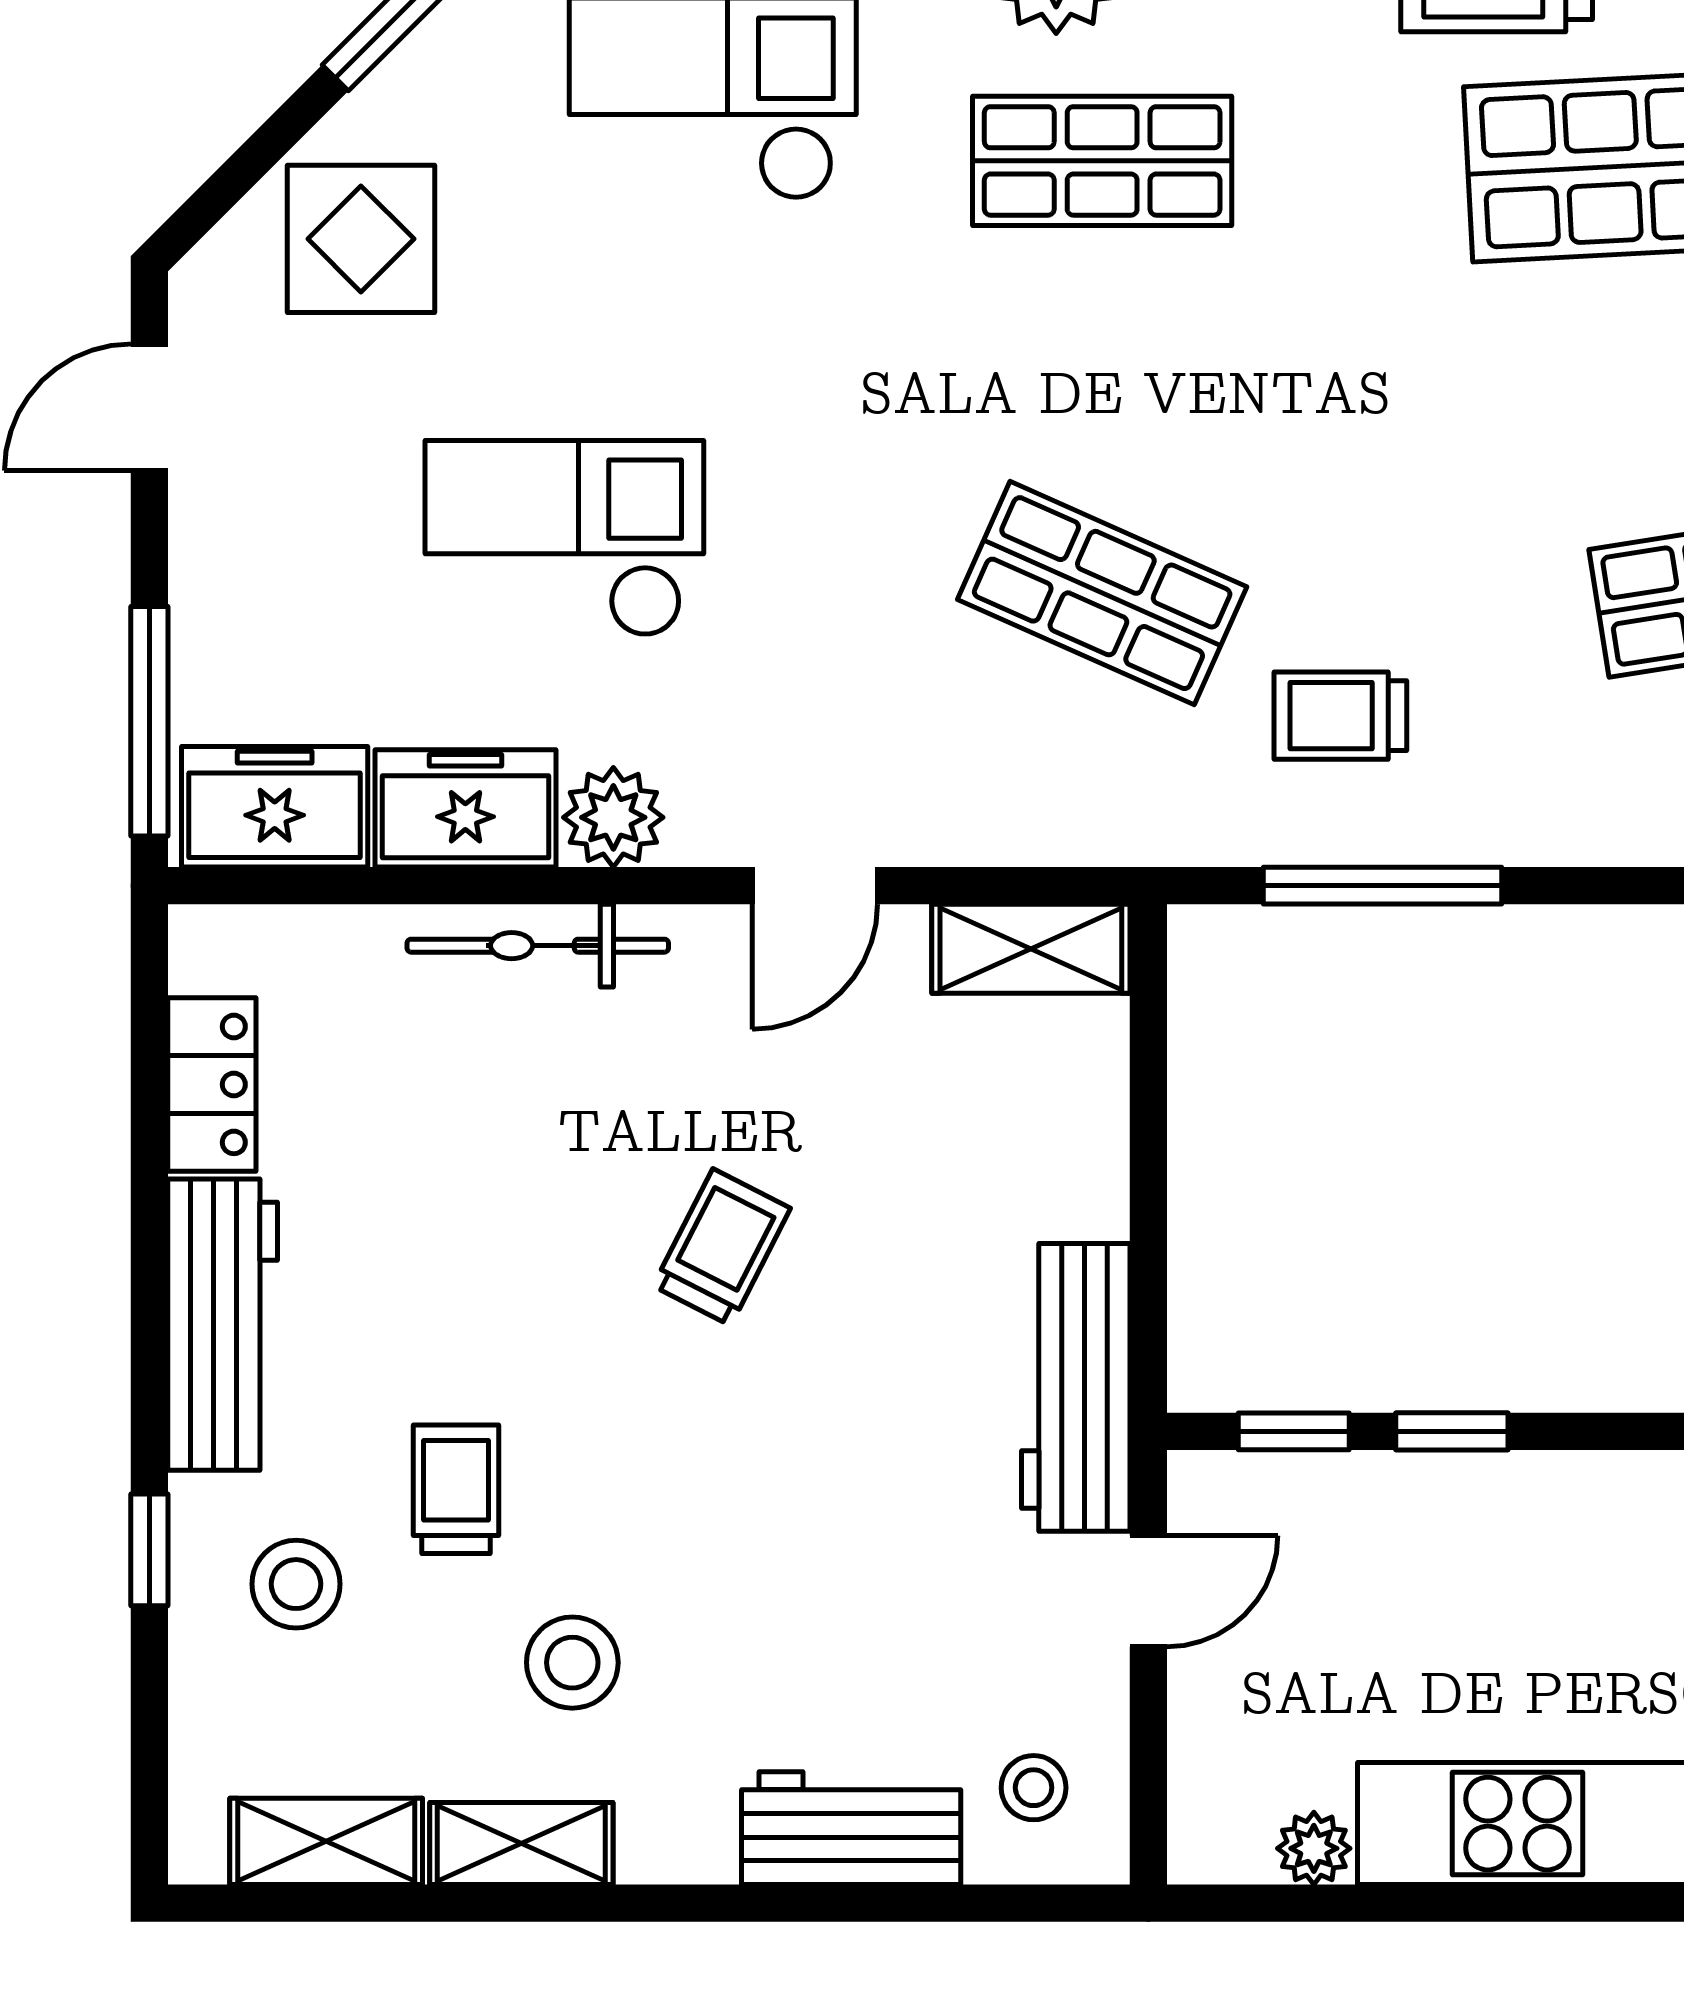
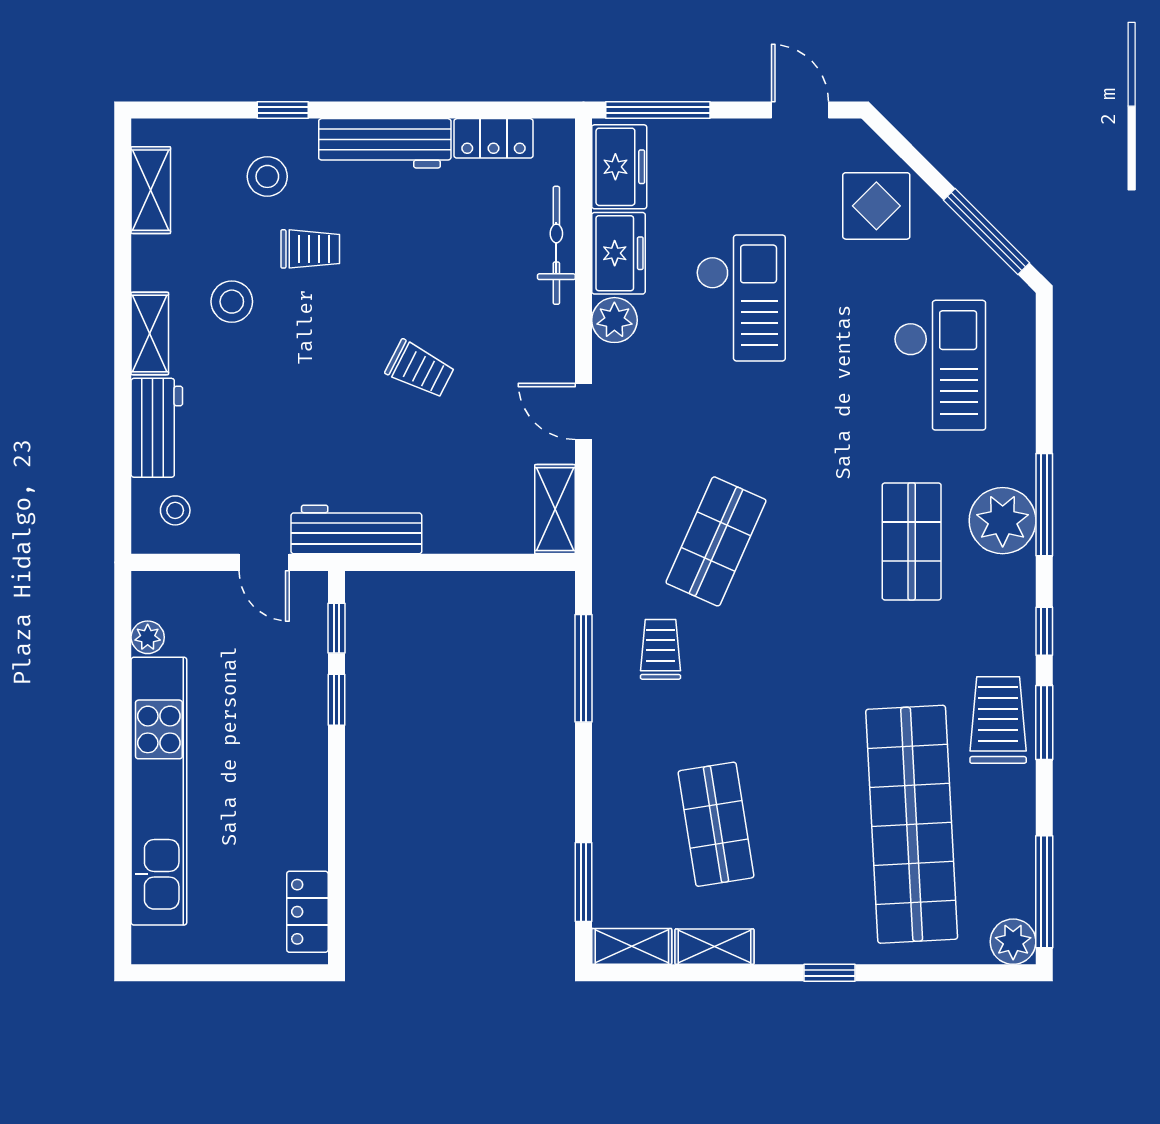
bicycle: (538, 946) -> (556, 245), moved
shelving: (521, 1844) -> (150, 333), moved

